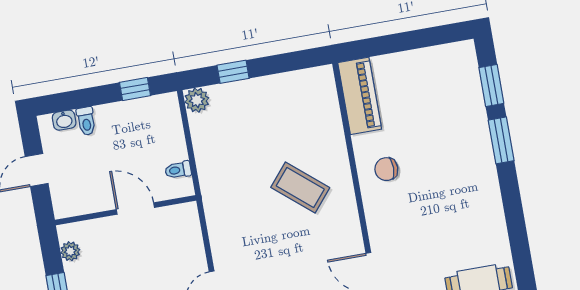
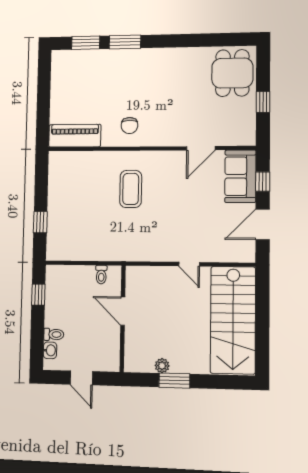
plant: (197, 100) -> (55, 252), removed
coffee table: (300, 188) -> (131, 189), turned -40
door: (135, 208) -> (123, 311), hinge flipped
plant: (70, 251) -> (162, 366), moved

